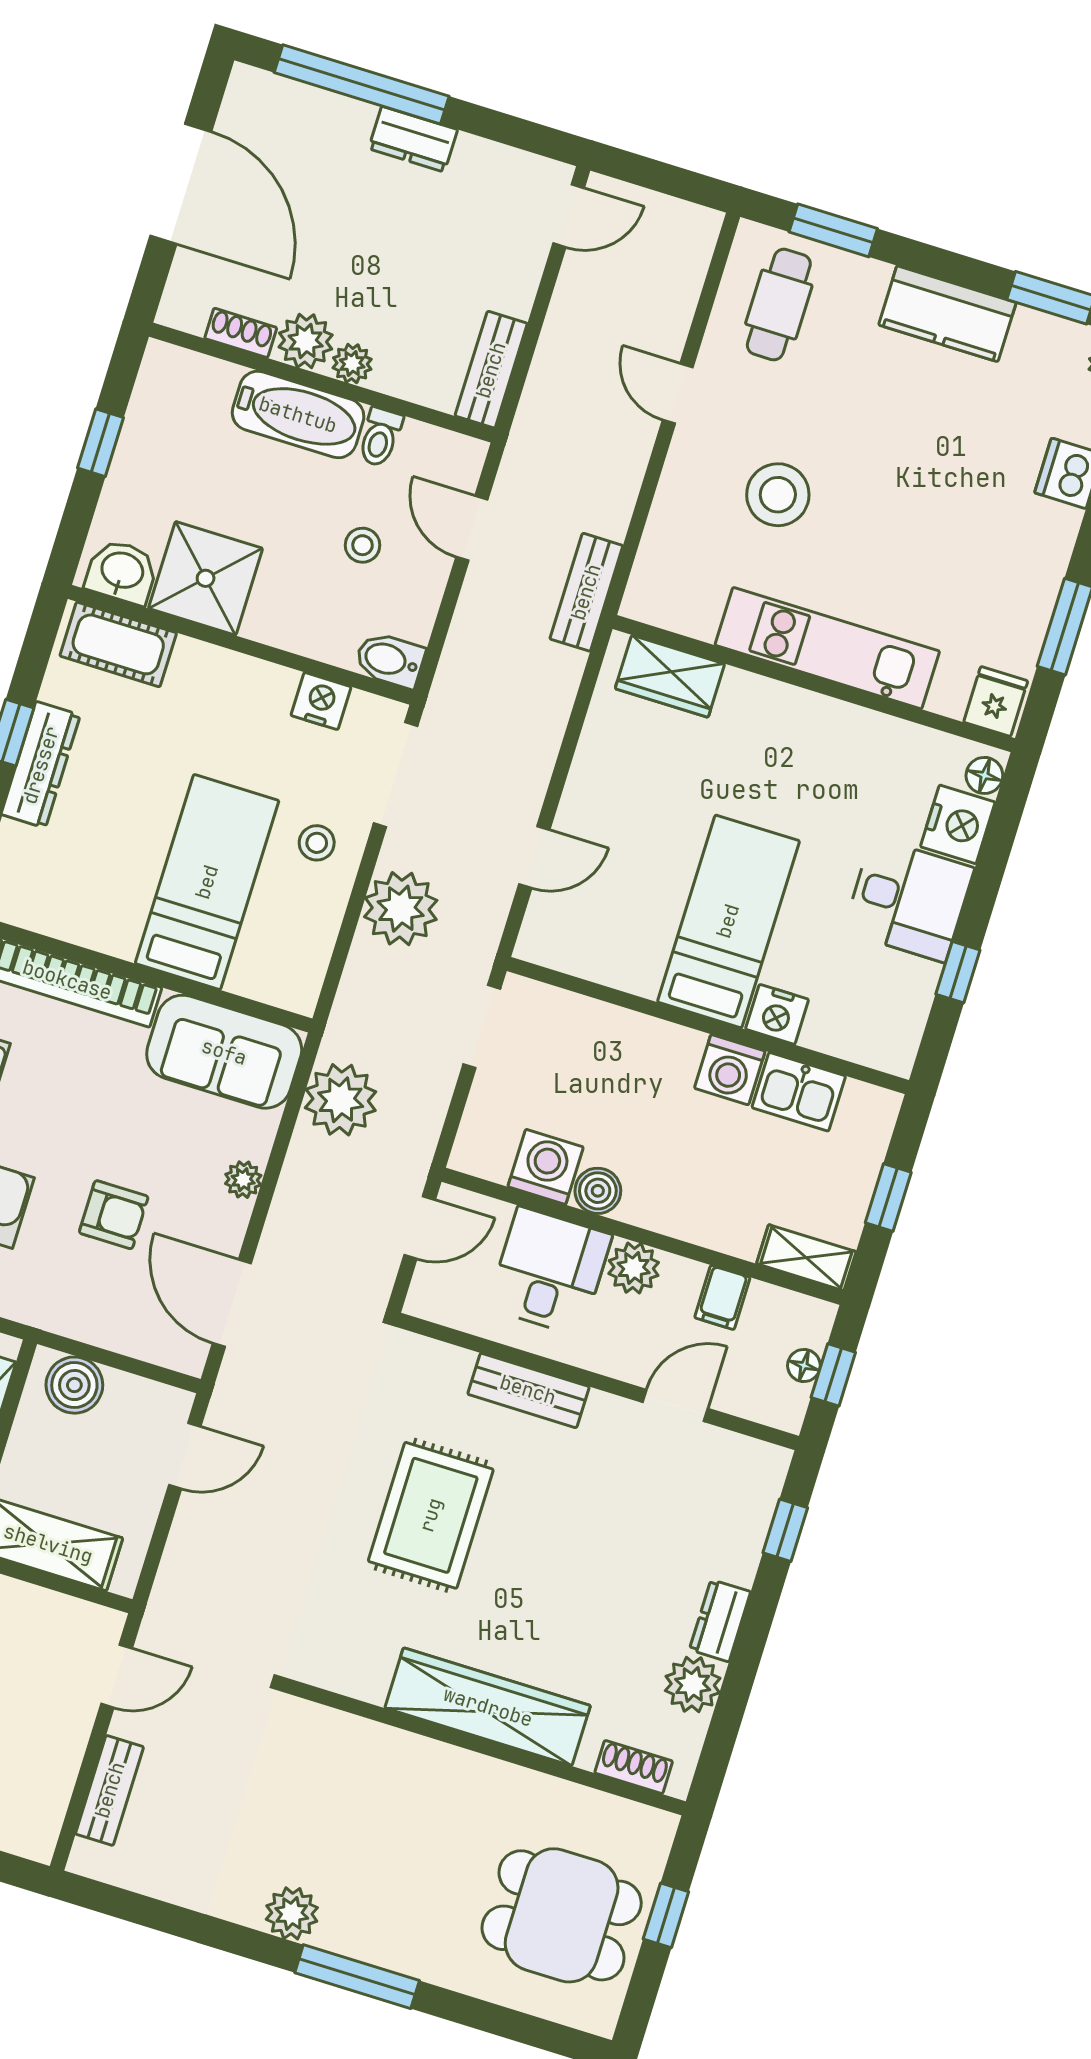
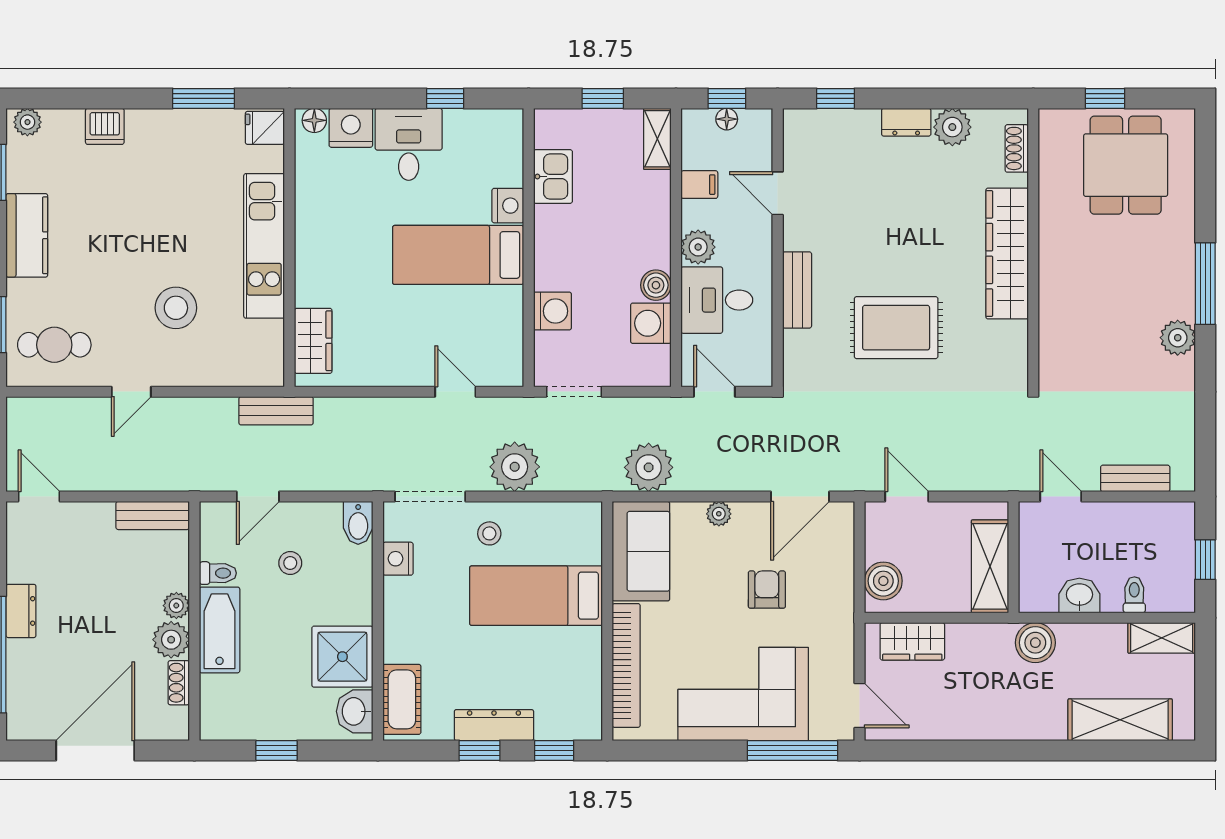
washing machine: (730, 1070) -> (552, 311), moved

